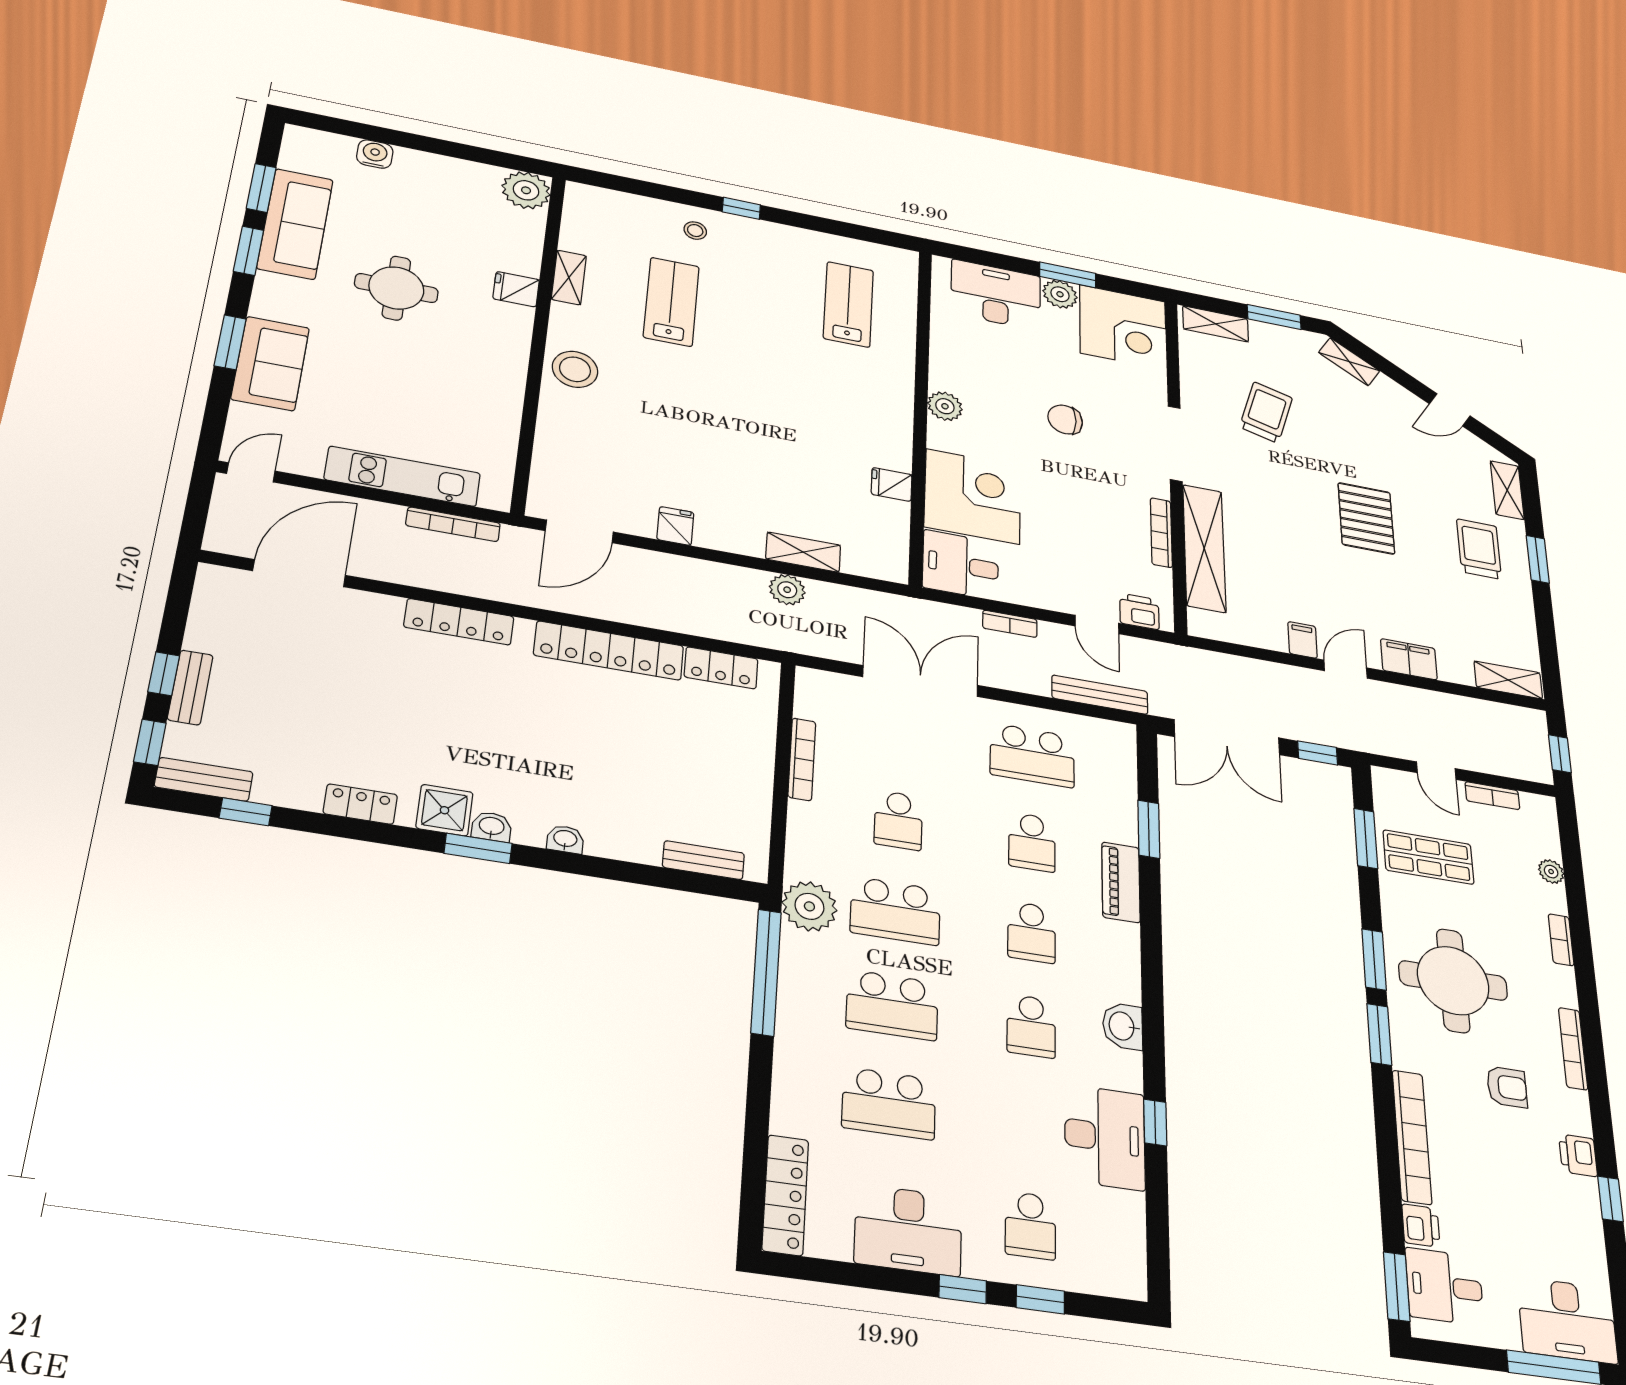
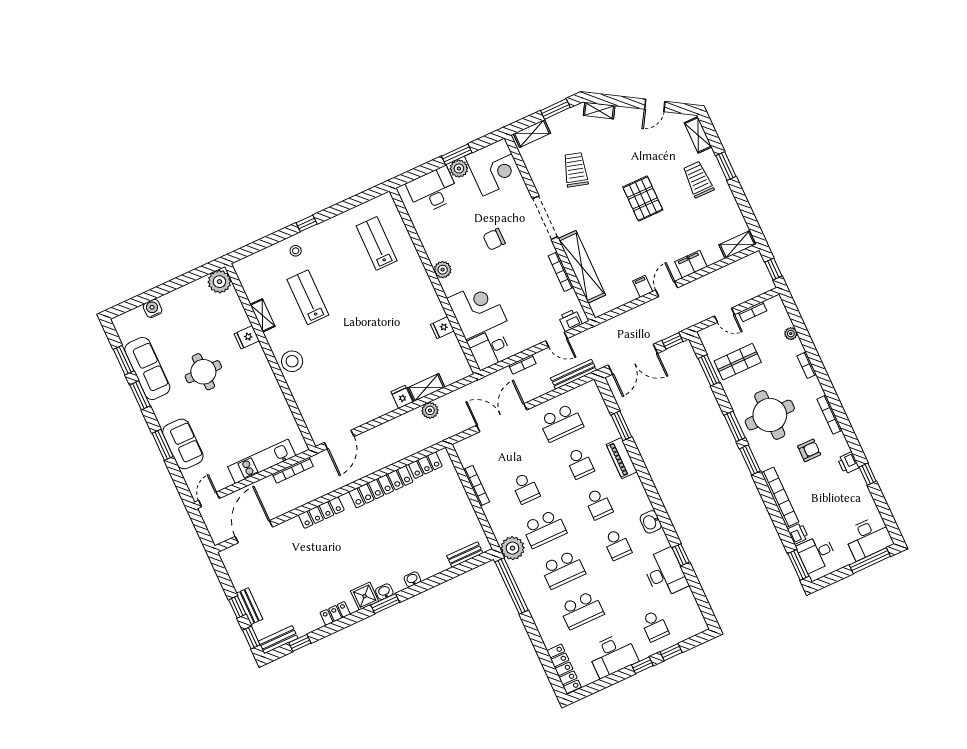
fridge: (675, 526) -> (402, 397), moved

